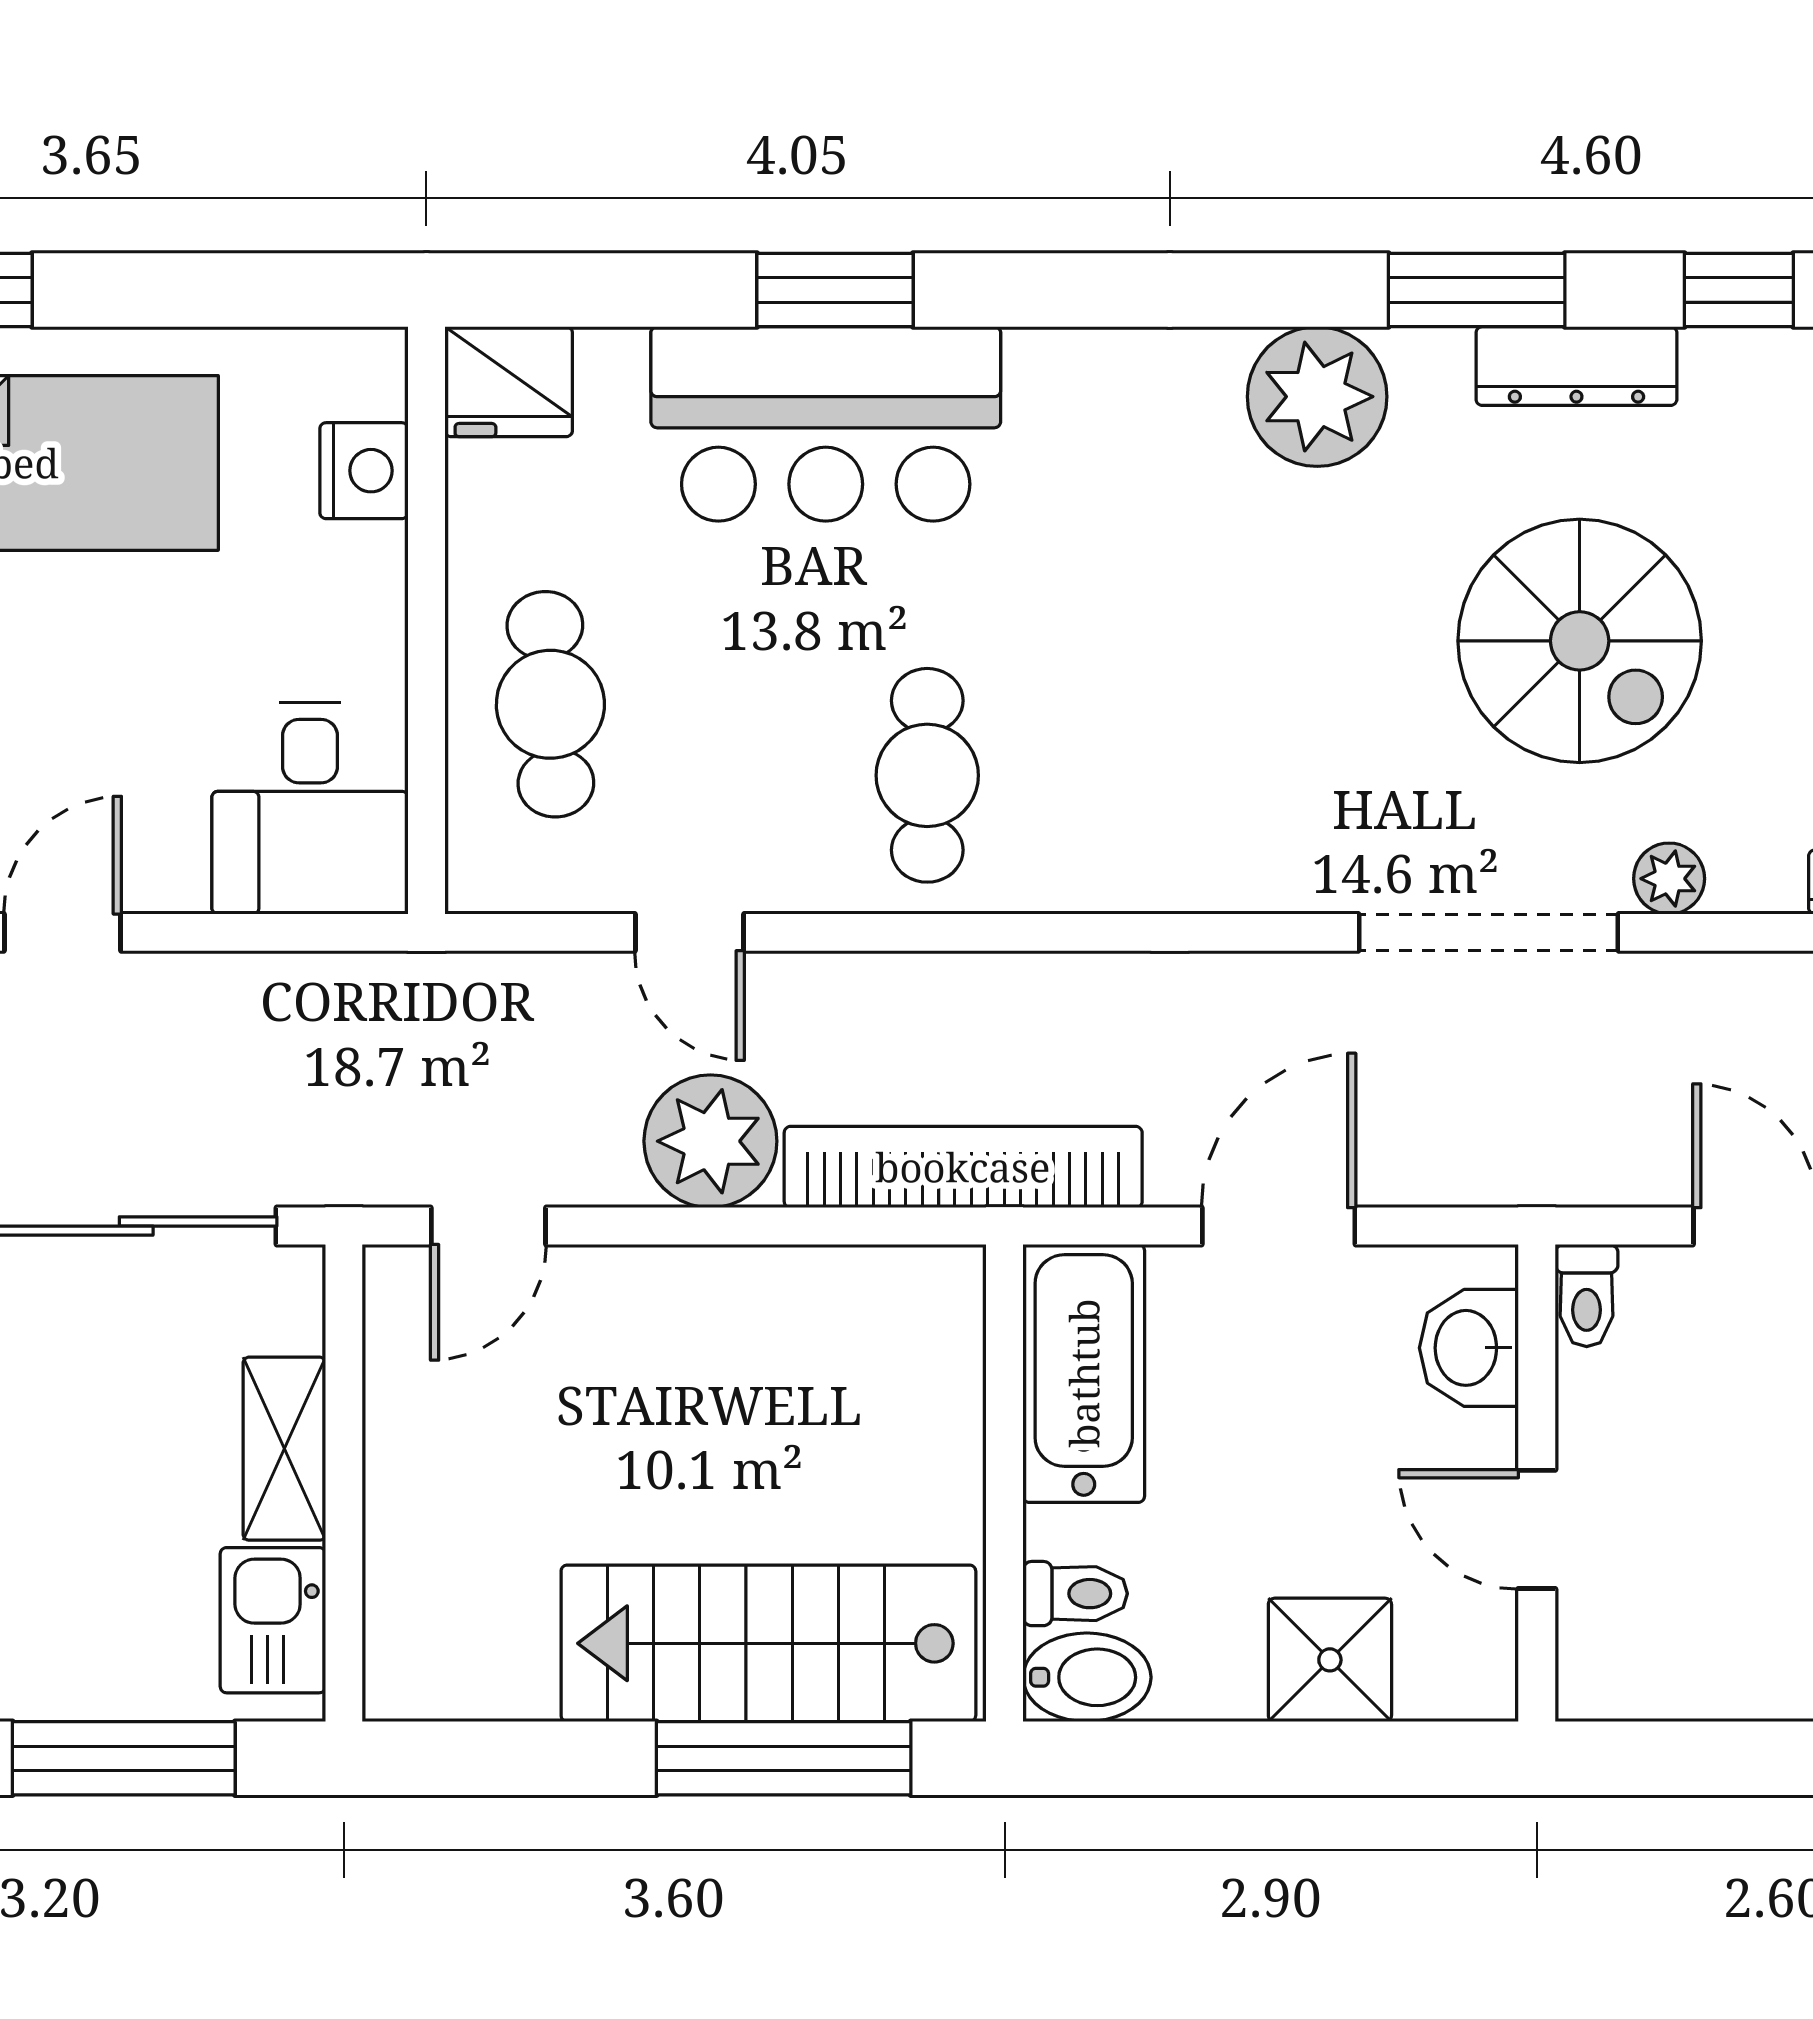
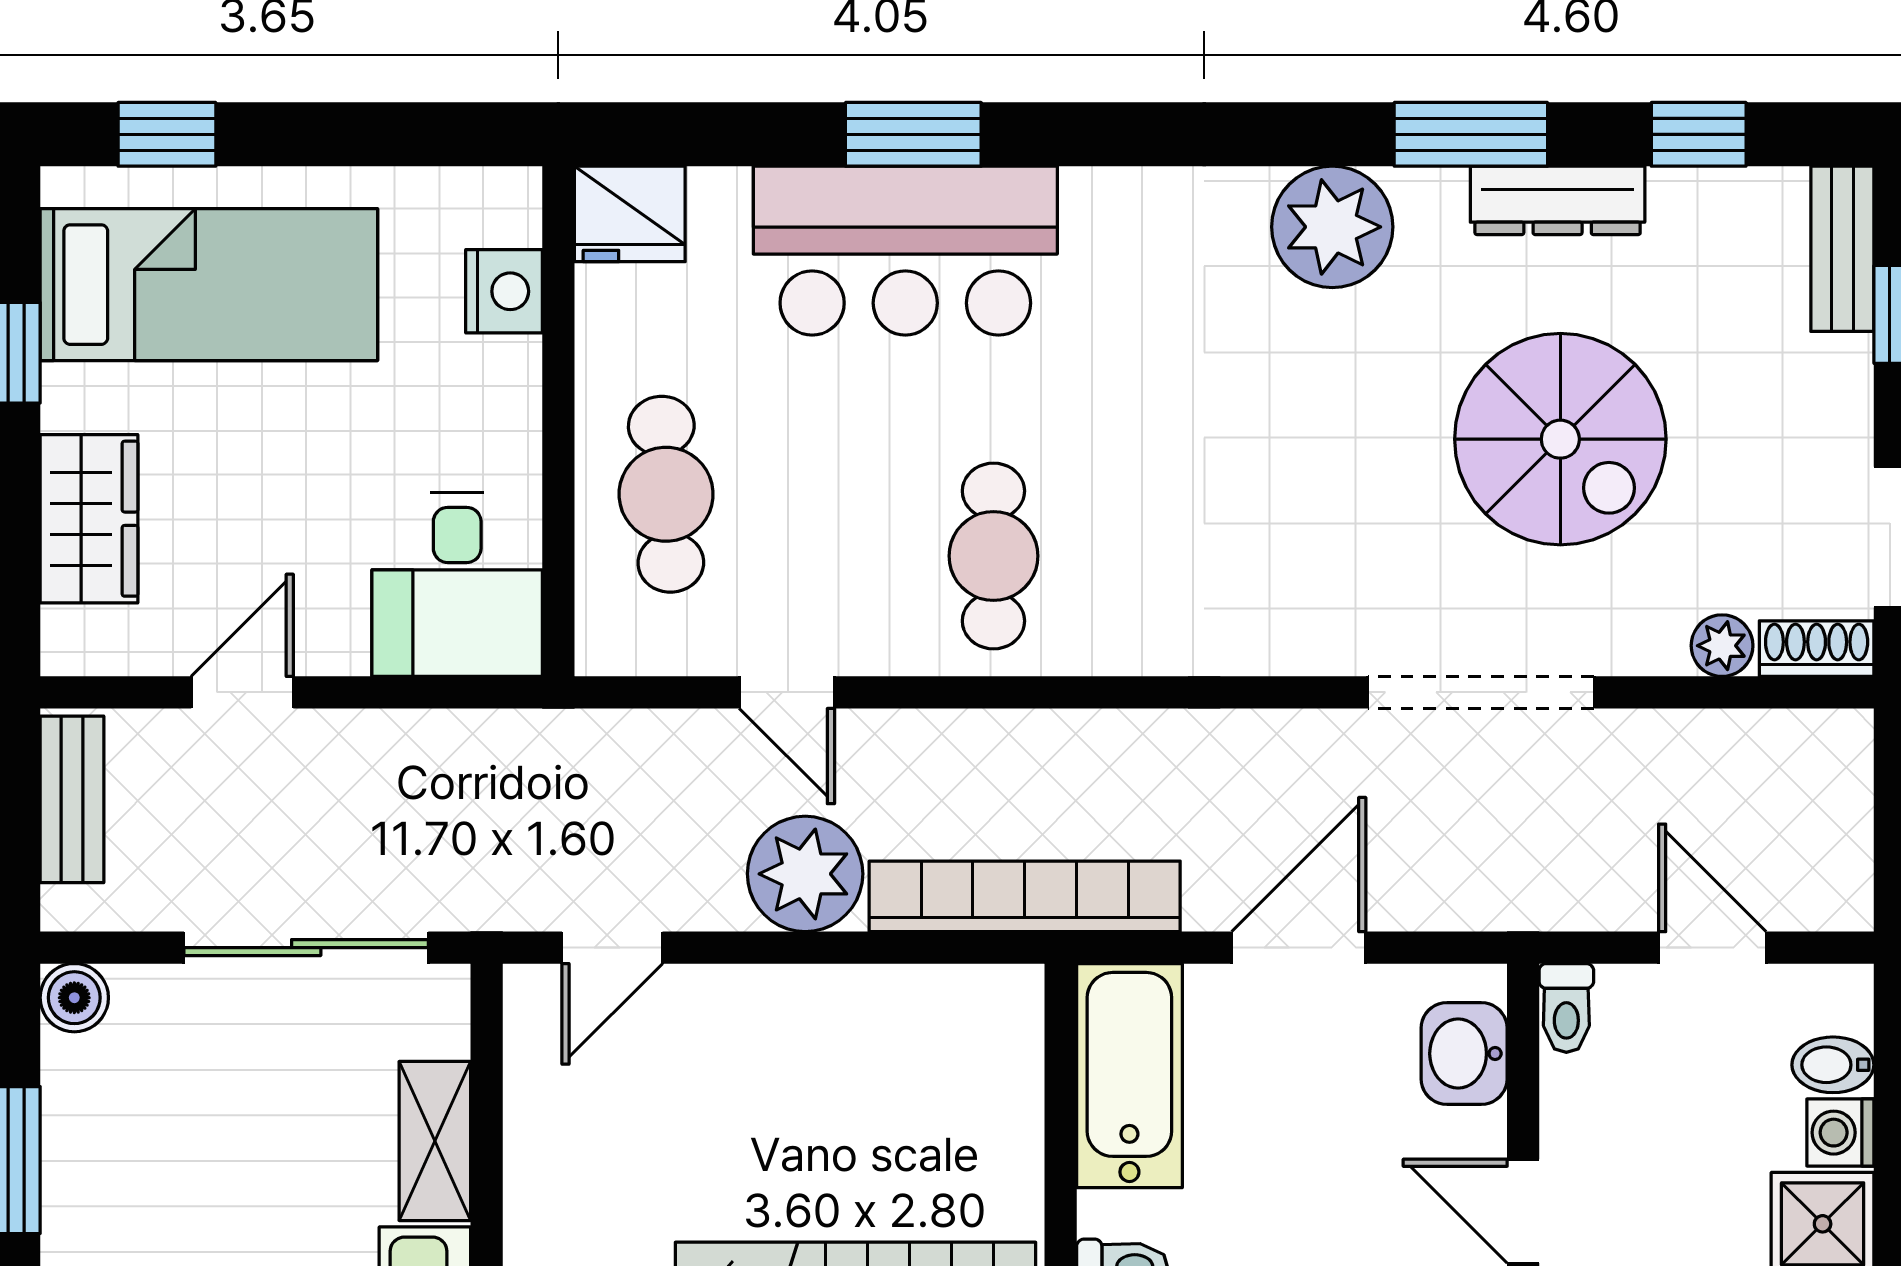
plant: (1669, 879) -> (1722, 646), moved

